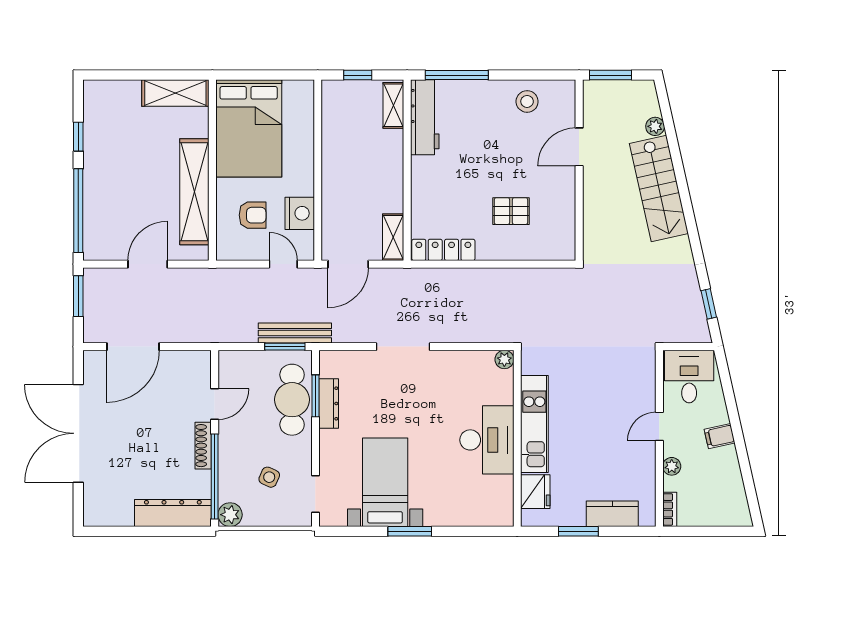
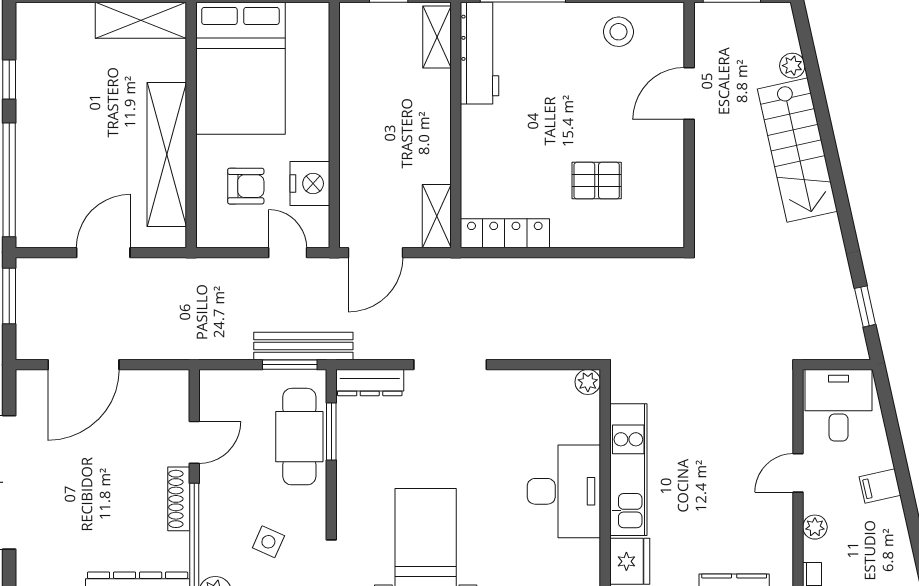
dresser: (329, 403) -> (370, 383), moved, turned 90

